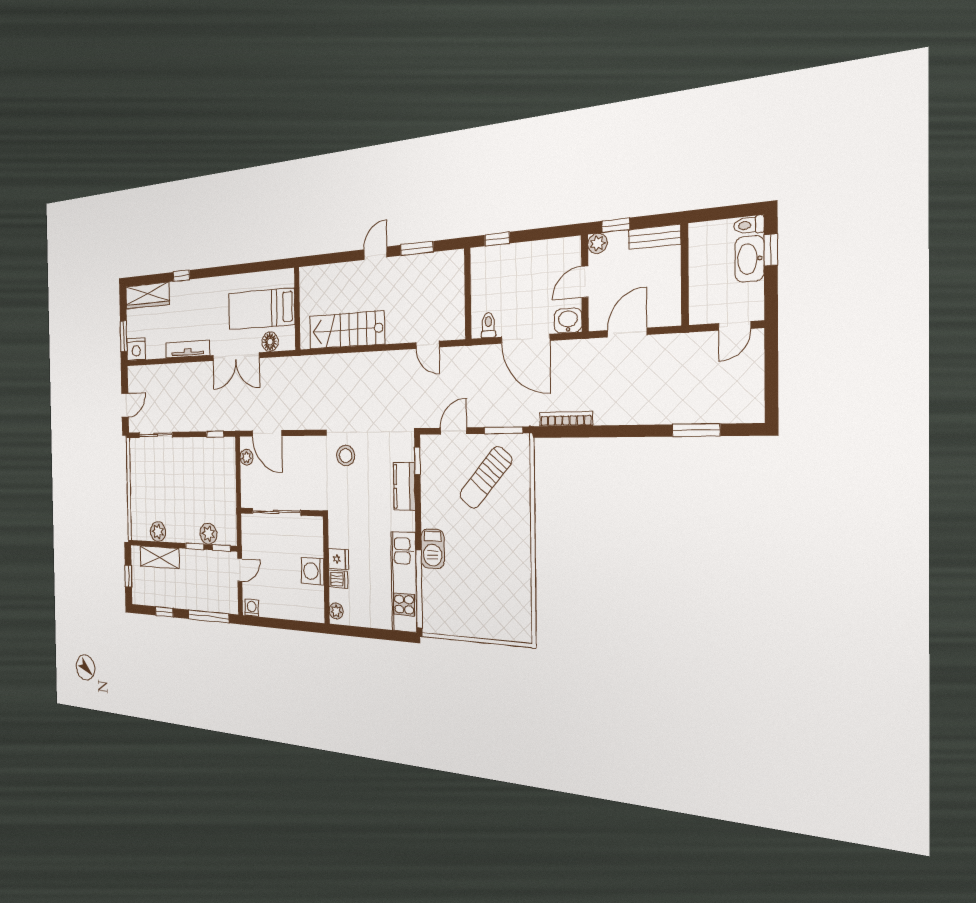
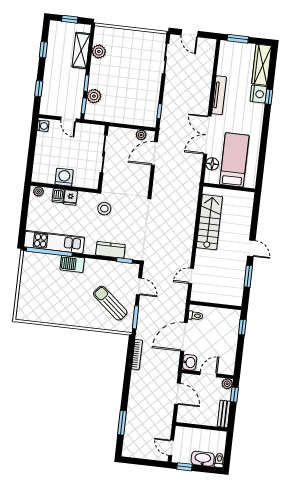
window: (771, 250) -> (185, 467), moved
door: (585, 282) -> (208, 374), hinge flipped
nightstand: (136, 349) -> (258, 94), moved, turned 180
stool: (346, 456) -> (104, 209), moved
window: (209, 616) -> (39, 89), width x0.46

